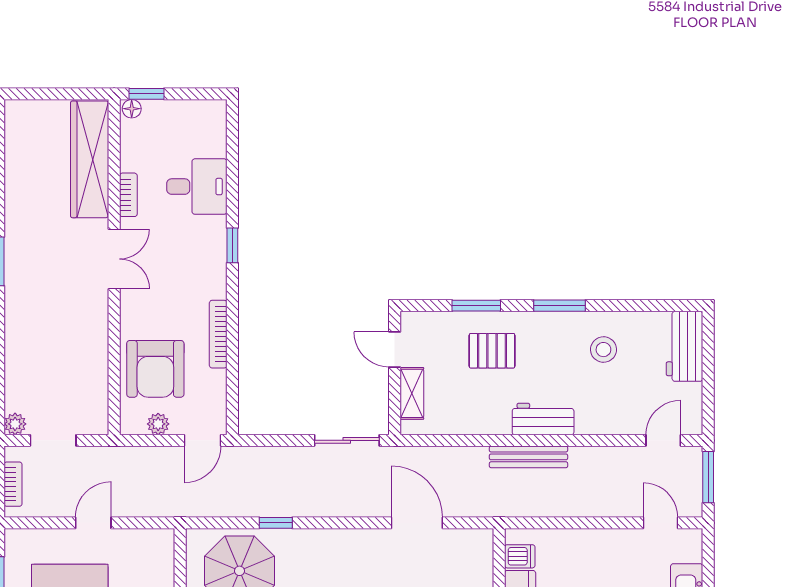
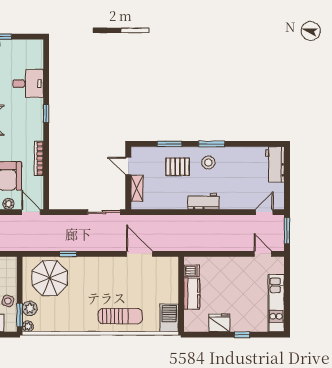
stool: (603, 350) -> (208, 163), moved
door: (202, 440) -> (31, 212), swing flipped
bench: (529, 457) -> (196, 220), removed

